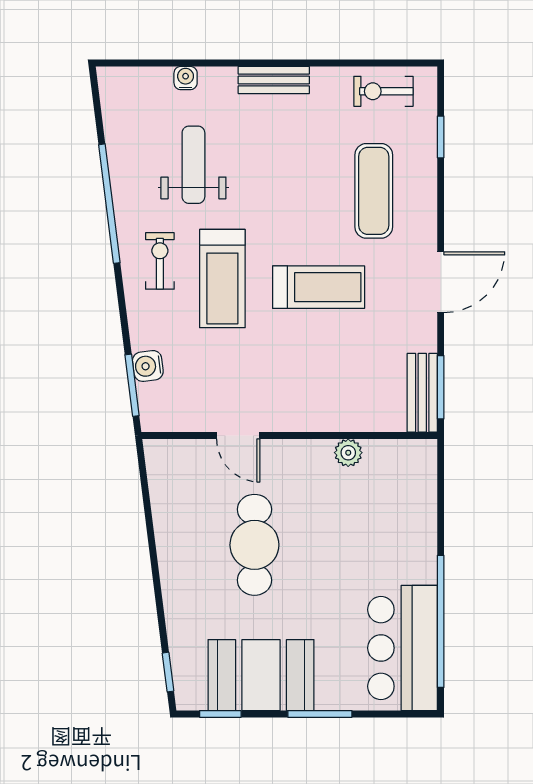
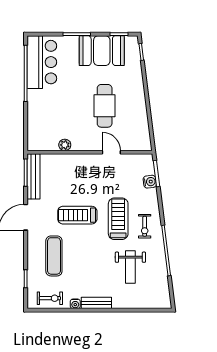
water cooler: (186, 78) -> (75, 304), moved
bench: (422, 393) -> (33, 176), width x1.36

